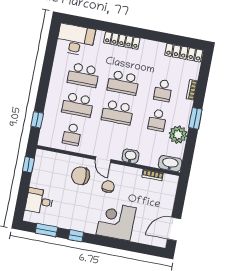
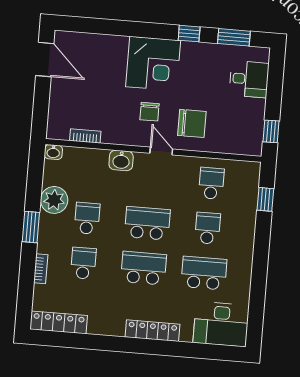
school desk: (78, 105) -> (208, 228), width x0.54
washbasin: (170, 164) -> (53, 152), width x0.52, depth x0.69
corner desk: (116, 221) -> (153, 64), moved
door: (174, 229) -> (45, 60), hinge flipped

